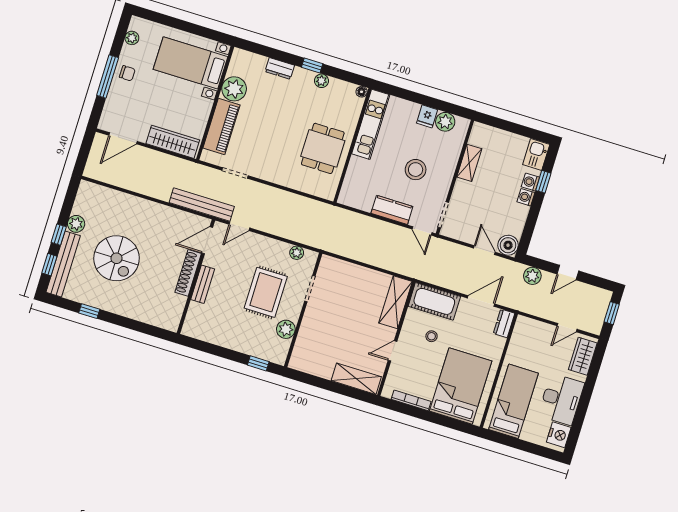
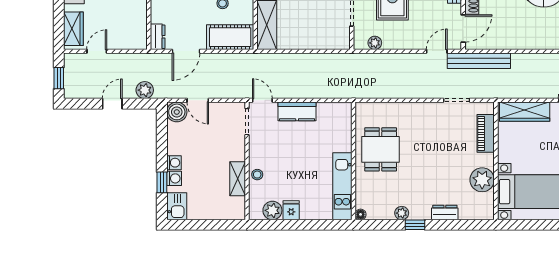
piano: (222, 127) -> (486, 133), width x0.73, depth x0.75
stool: (416, 170) -> (257, 175), moved, width x0.53, depth x0.53

